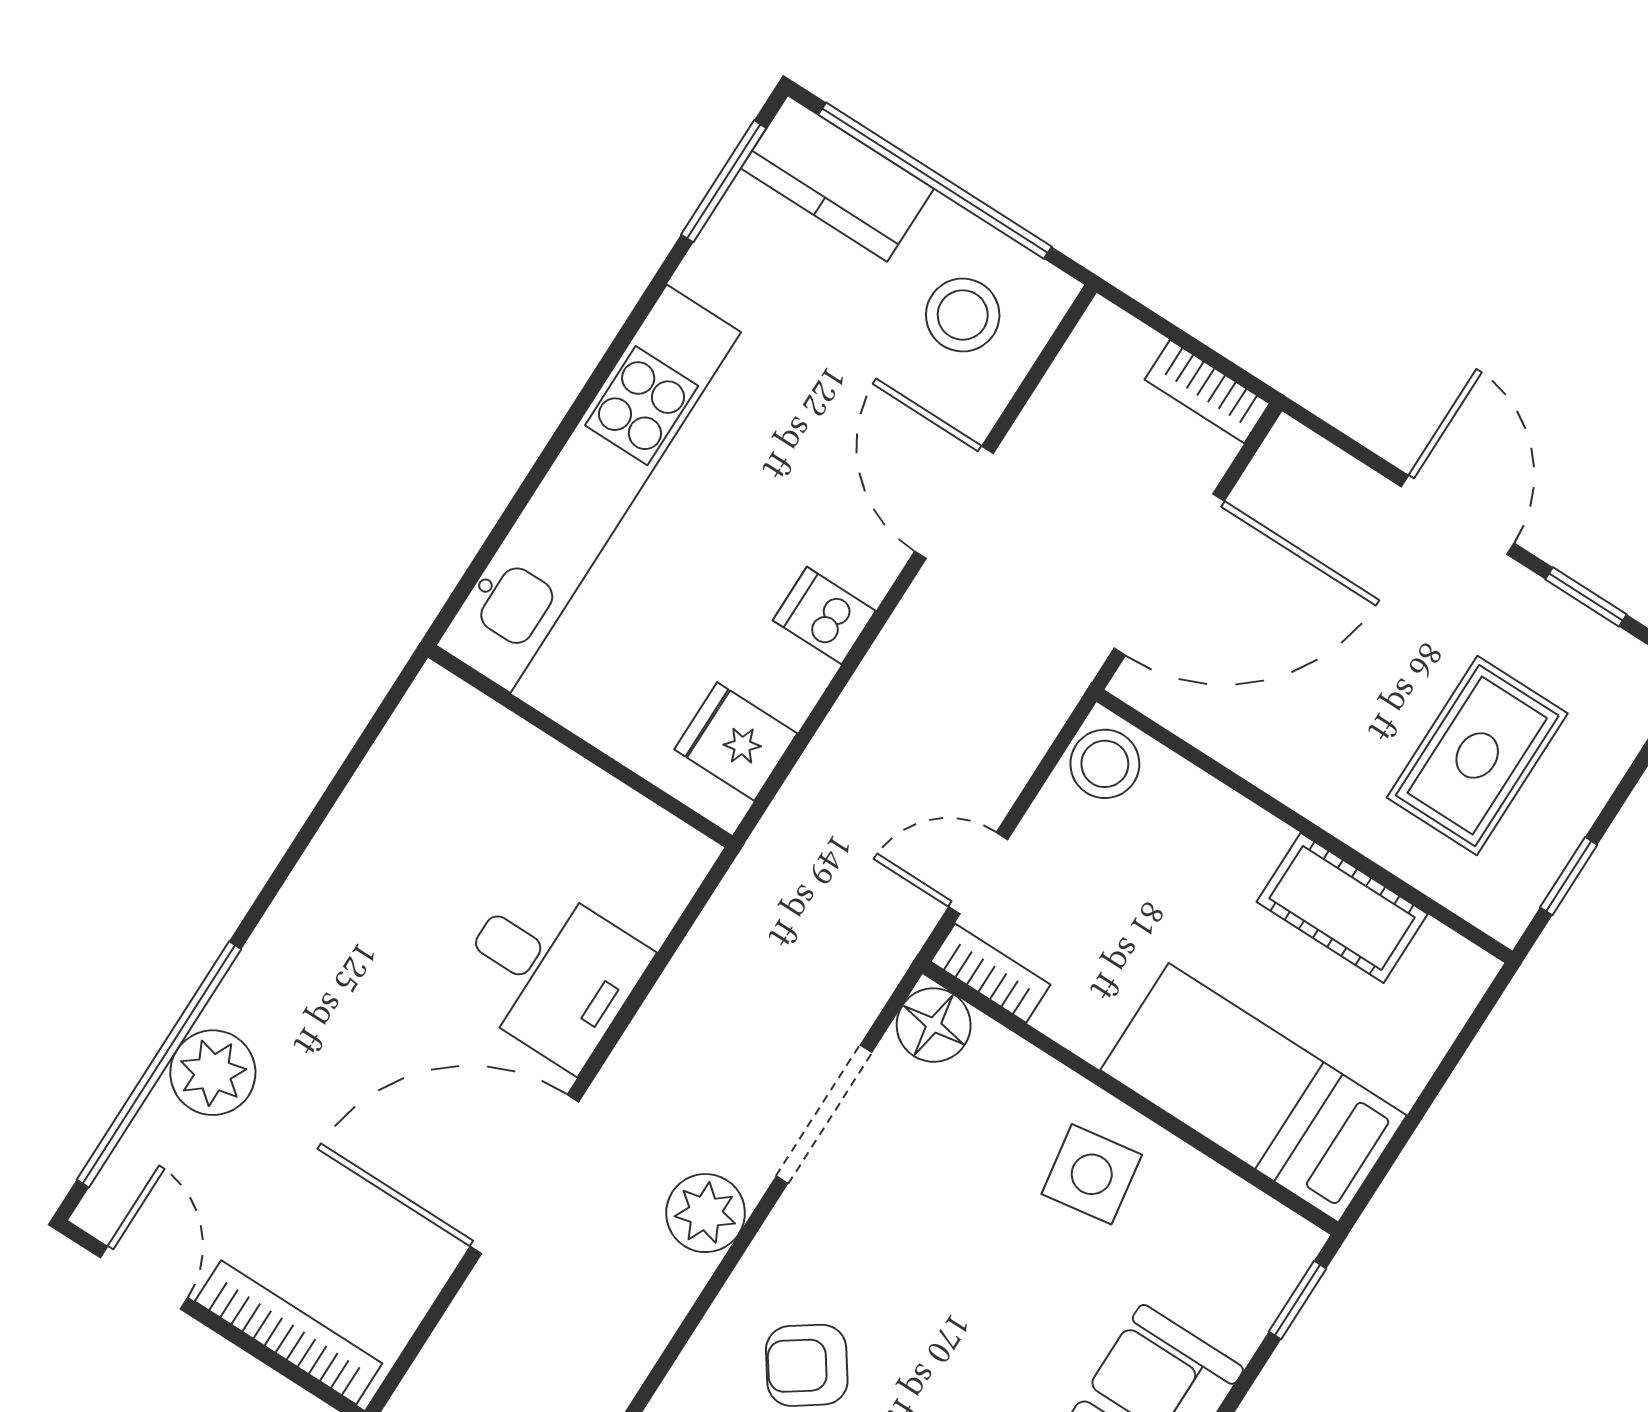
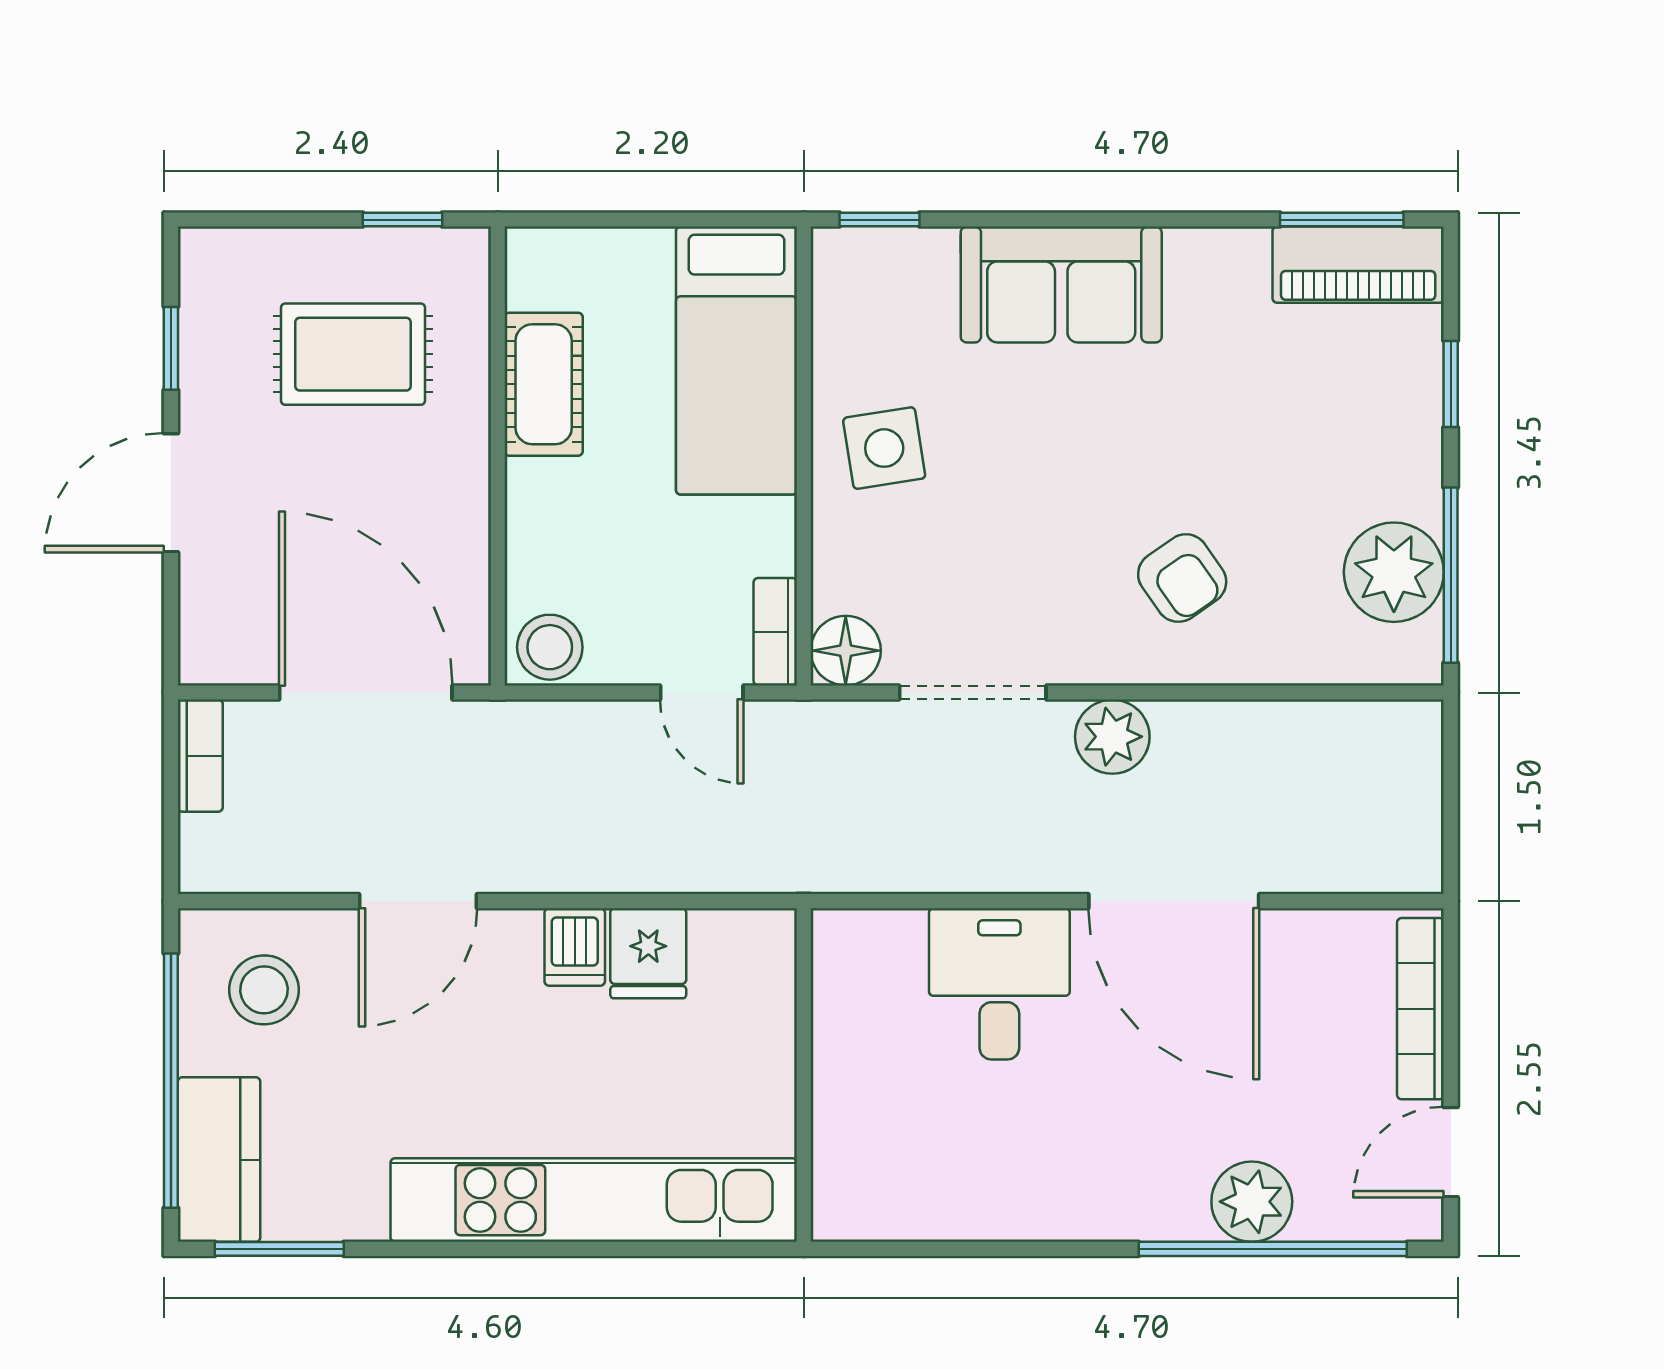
fridge: (736, 741) -> (648, 953), moved

